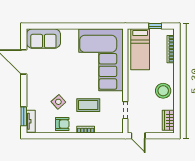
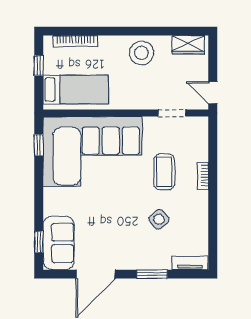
window: (44, 26) -> (39, 242), added
window: (105, 26) -> (39, 145), added
window: (24, 116) -> (152, 274), moved
armchair: (62, 124) -> (194, 213), removed
door: (138, 136) -> (213, 93), swing flipped

